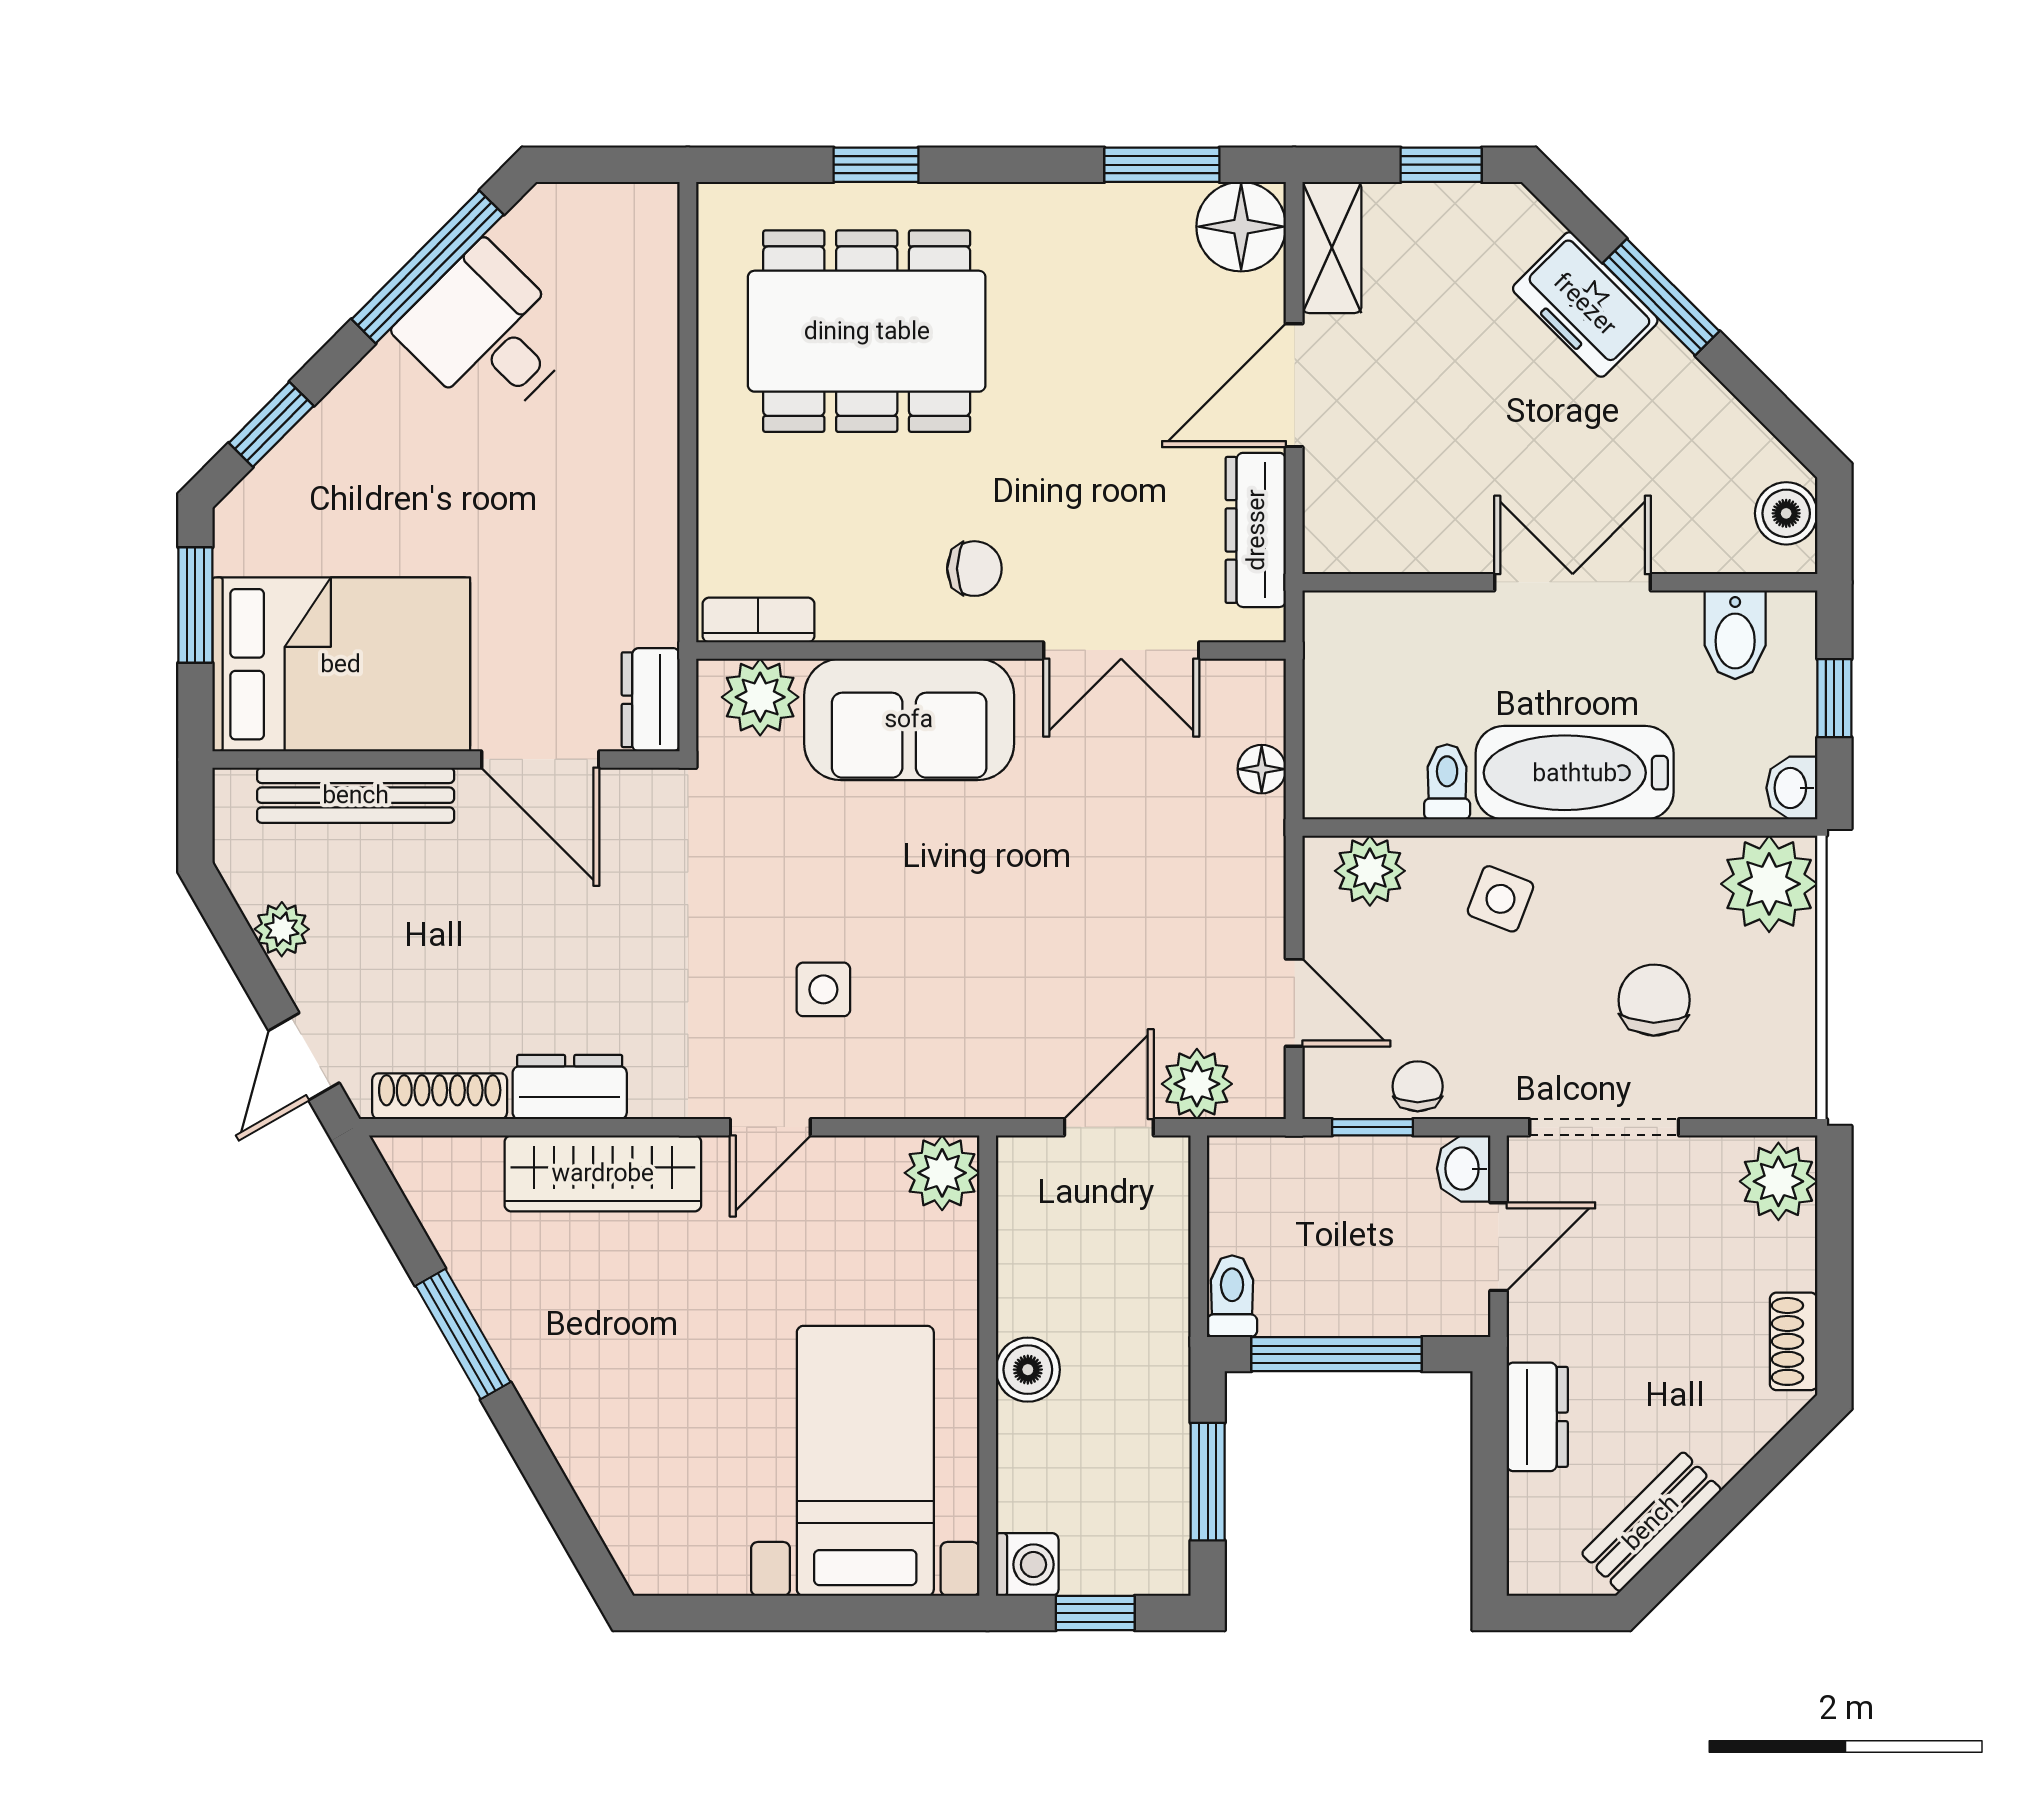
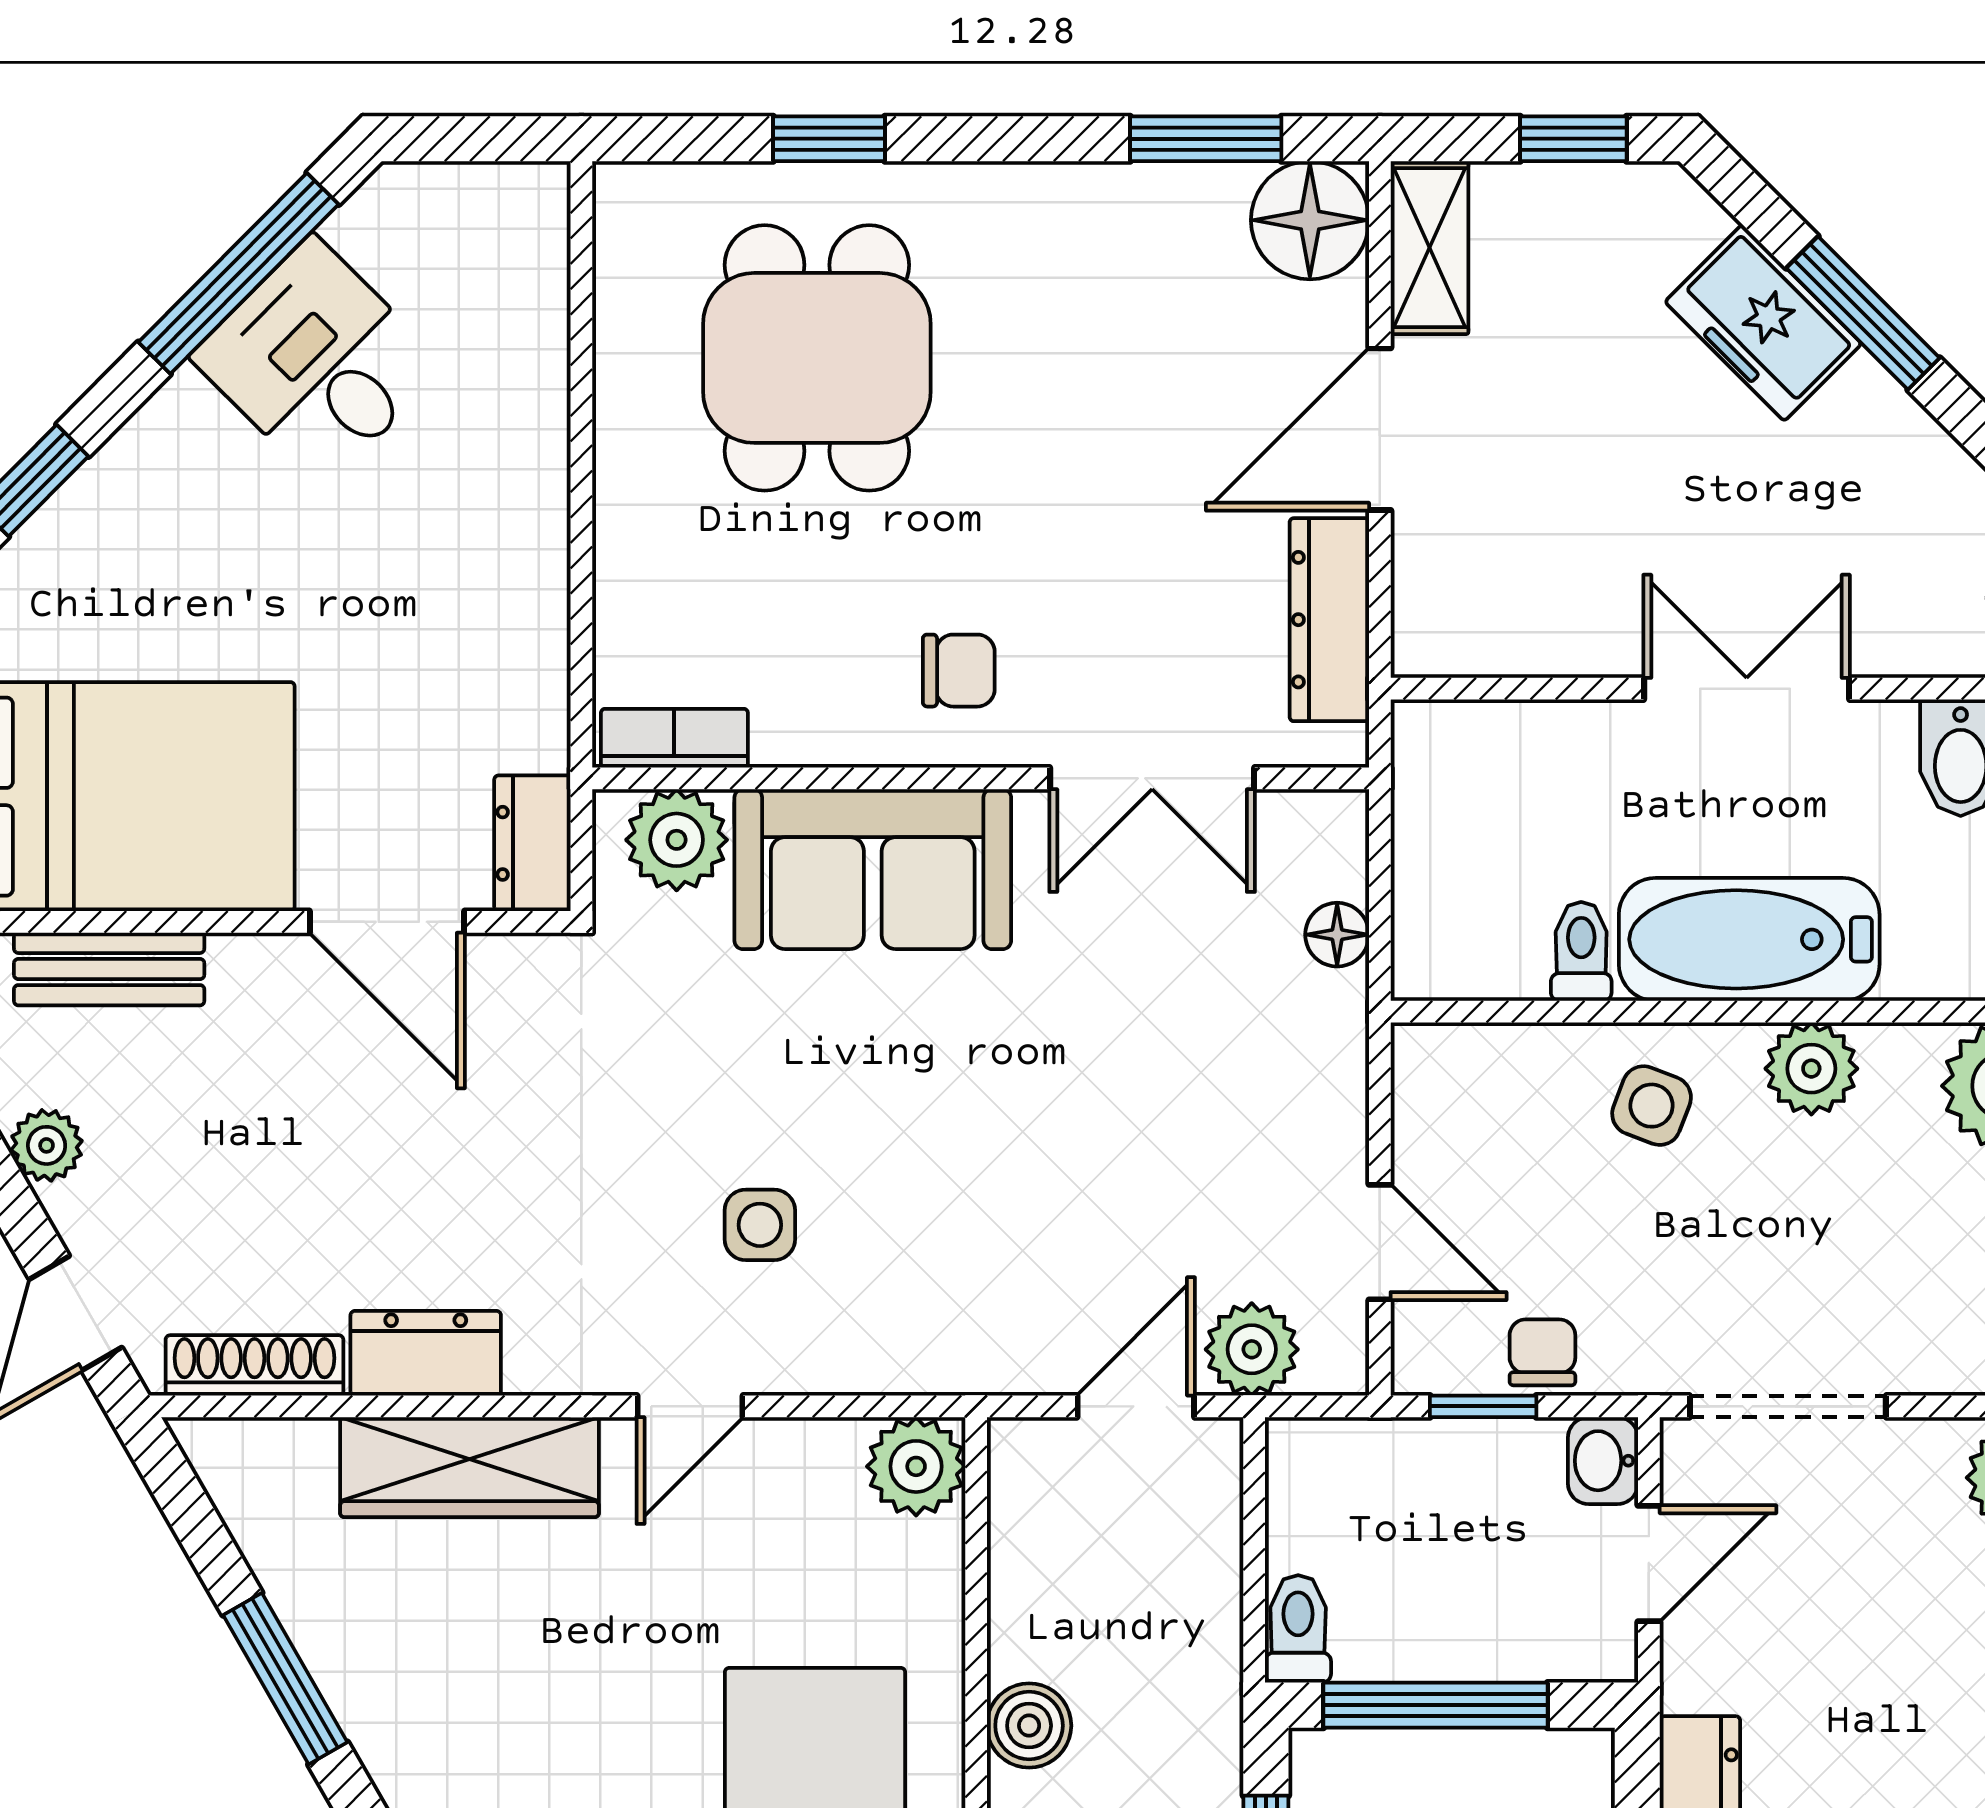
dining table: (867, 331) -> (817, 358), width x0.73
bench: (356, 795) -> (109, 969), width x0.73
plant: (1370, 871) -> (1811, 1069), moved
chair: (1654, 1000) -> (1854, 1239), removed

